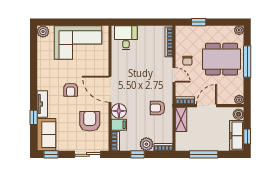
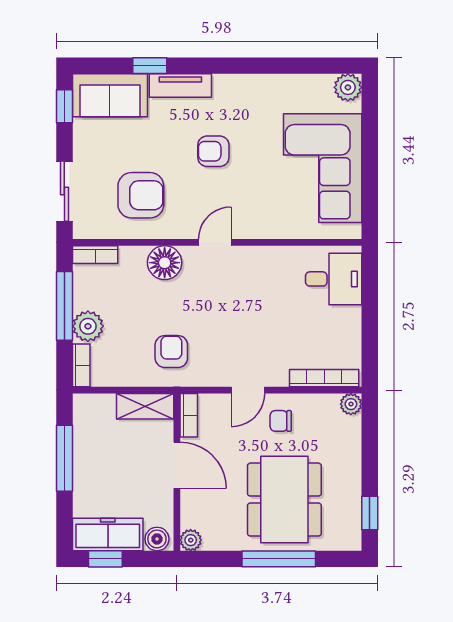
window: (199, 22) -> (370, 513), moved
plant: (239, 30) -> (351, 404), moved
door: (110, 89) -> (215, 242), width x0.53
filing cabinet: (119, 125) -> (133, 263), removed
window: (138, 154) -> (64, 306), width x2.17

